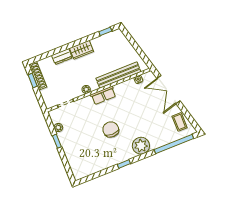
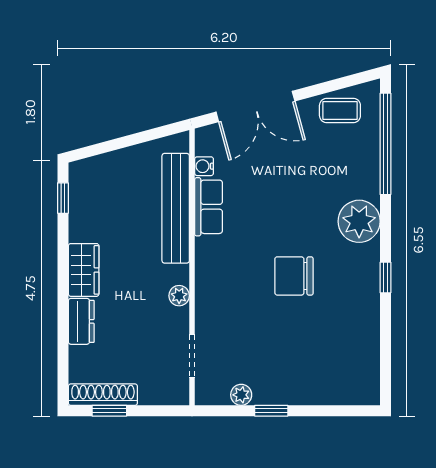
row of seats: (103, 95) -> (209, 207), moved

